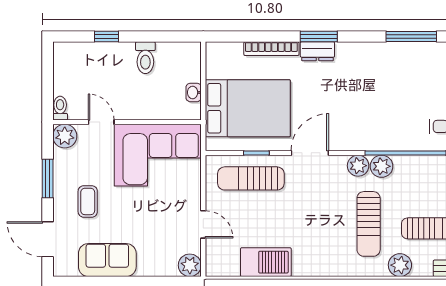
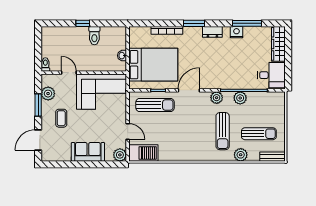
window: (107, 37) -> (83, 23), moved
dresser: (317, 51) -> (212, 32), moved
nightstand: (393, 52) -> (236, 32), added
plant: (65, 136) -> (48, 94), moved
plant: (382, 166) -> (240, 98), moved
sun lounger: (251, 178) -> (155, 105), turned 180
door: (48, 239) -> (38, 140), hinge flipped
sofa: (107, 260) -> (88, 152), moved
barbecue: (266, 262) -> (143, 153), moved

